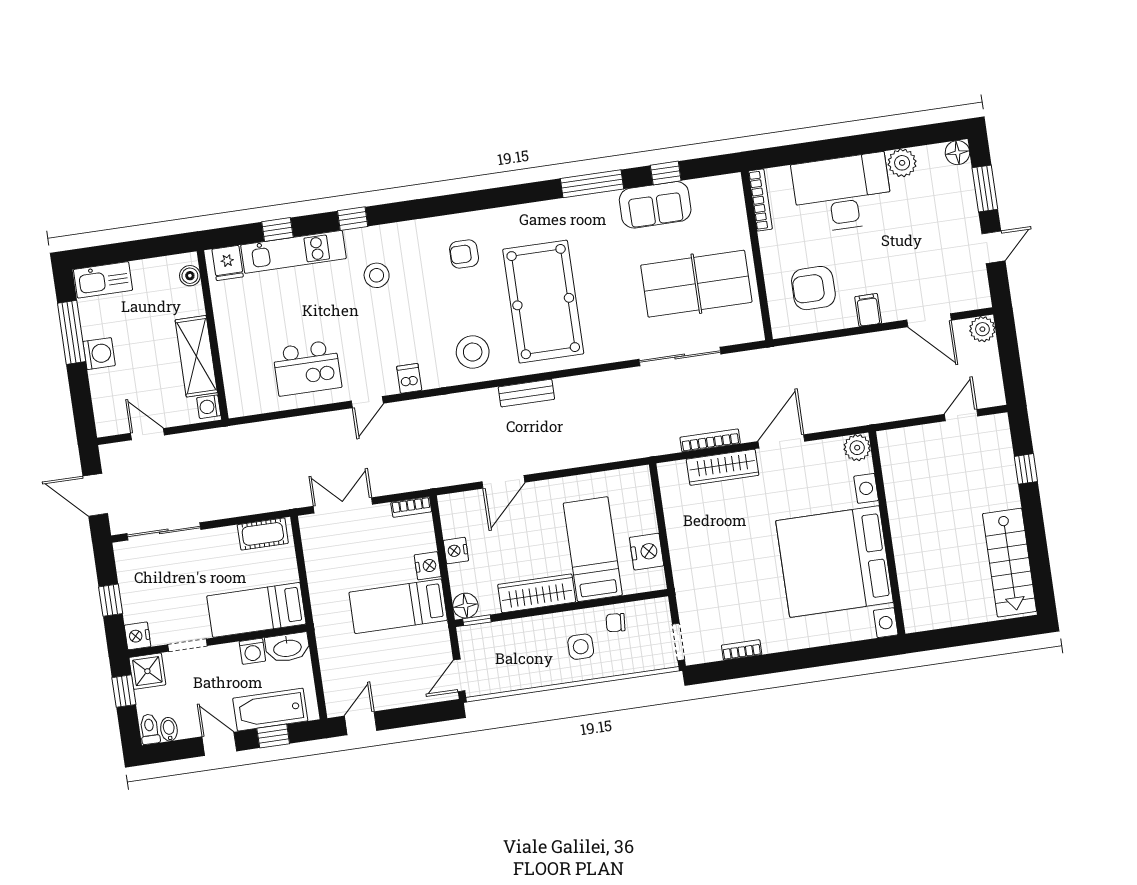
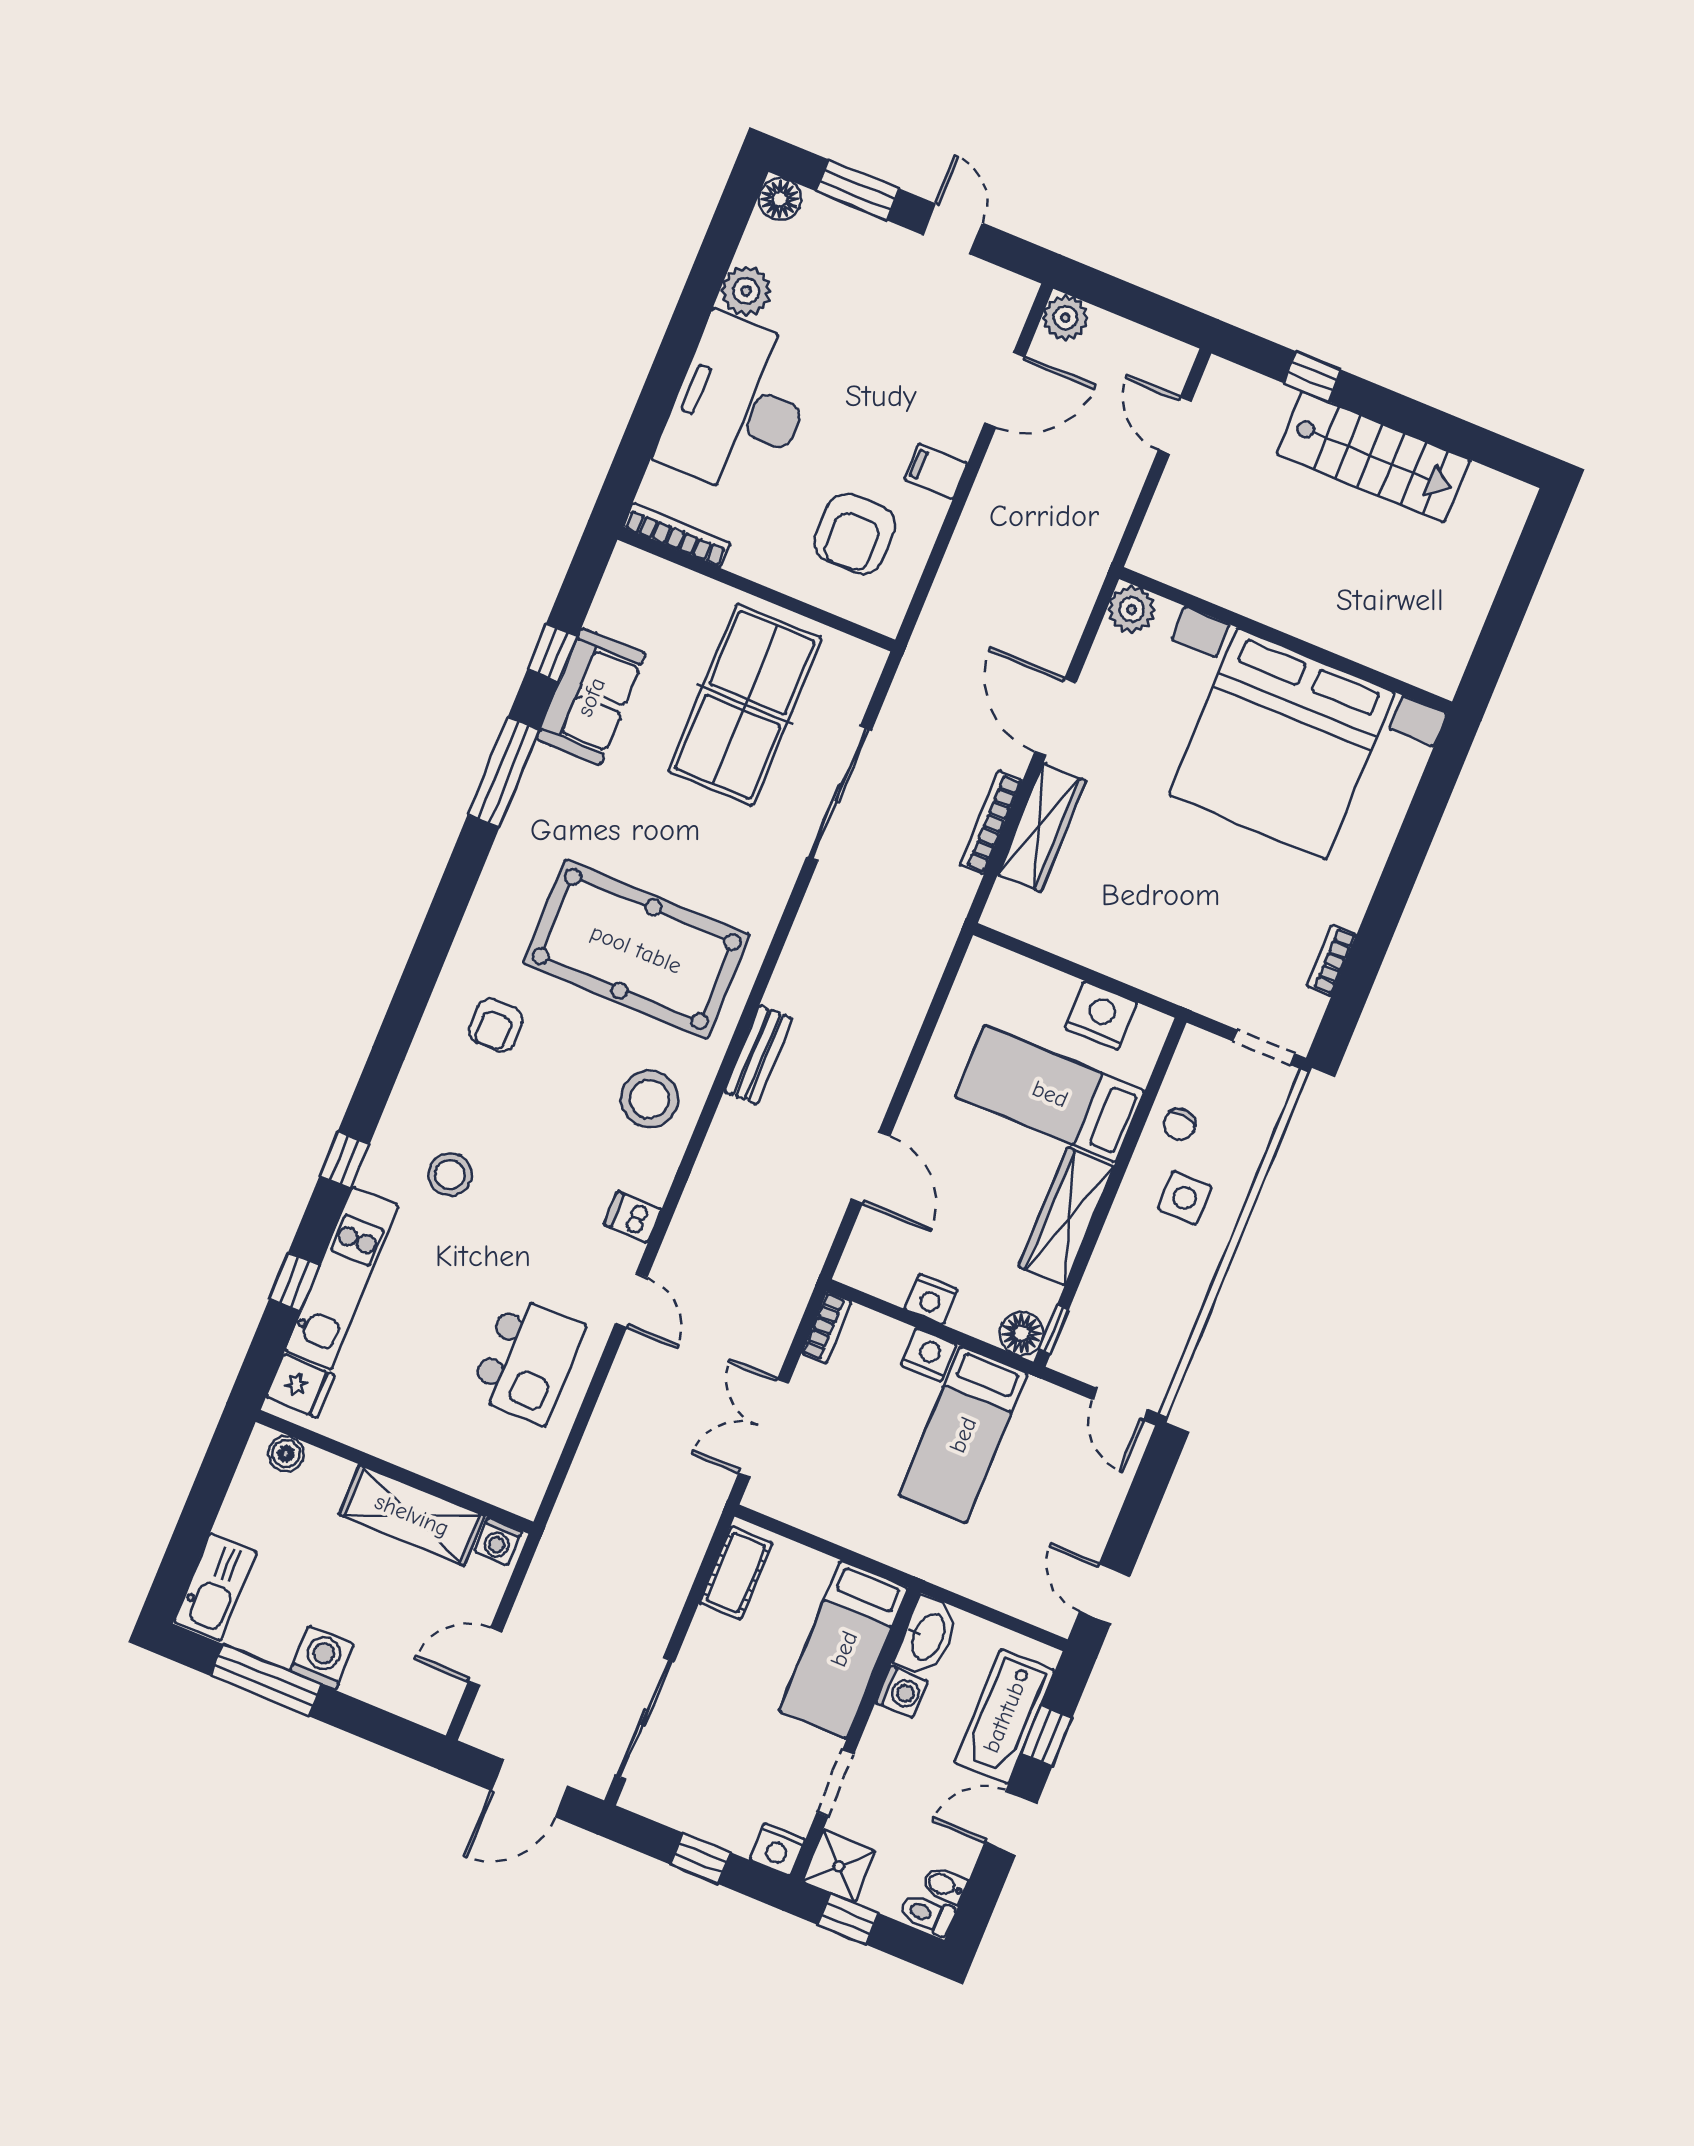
stairs: (1010, 563) -> (1373, 457), moved

